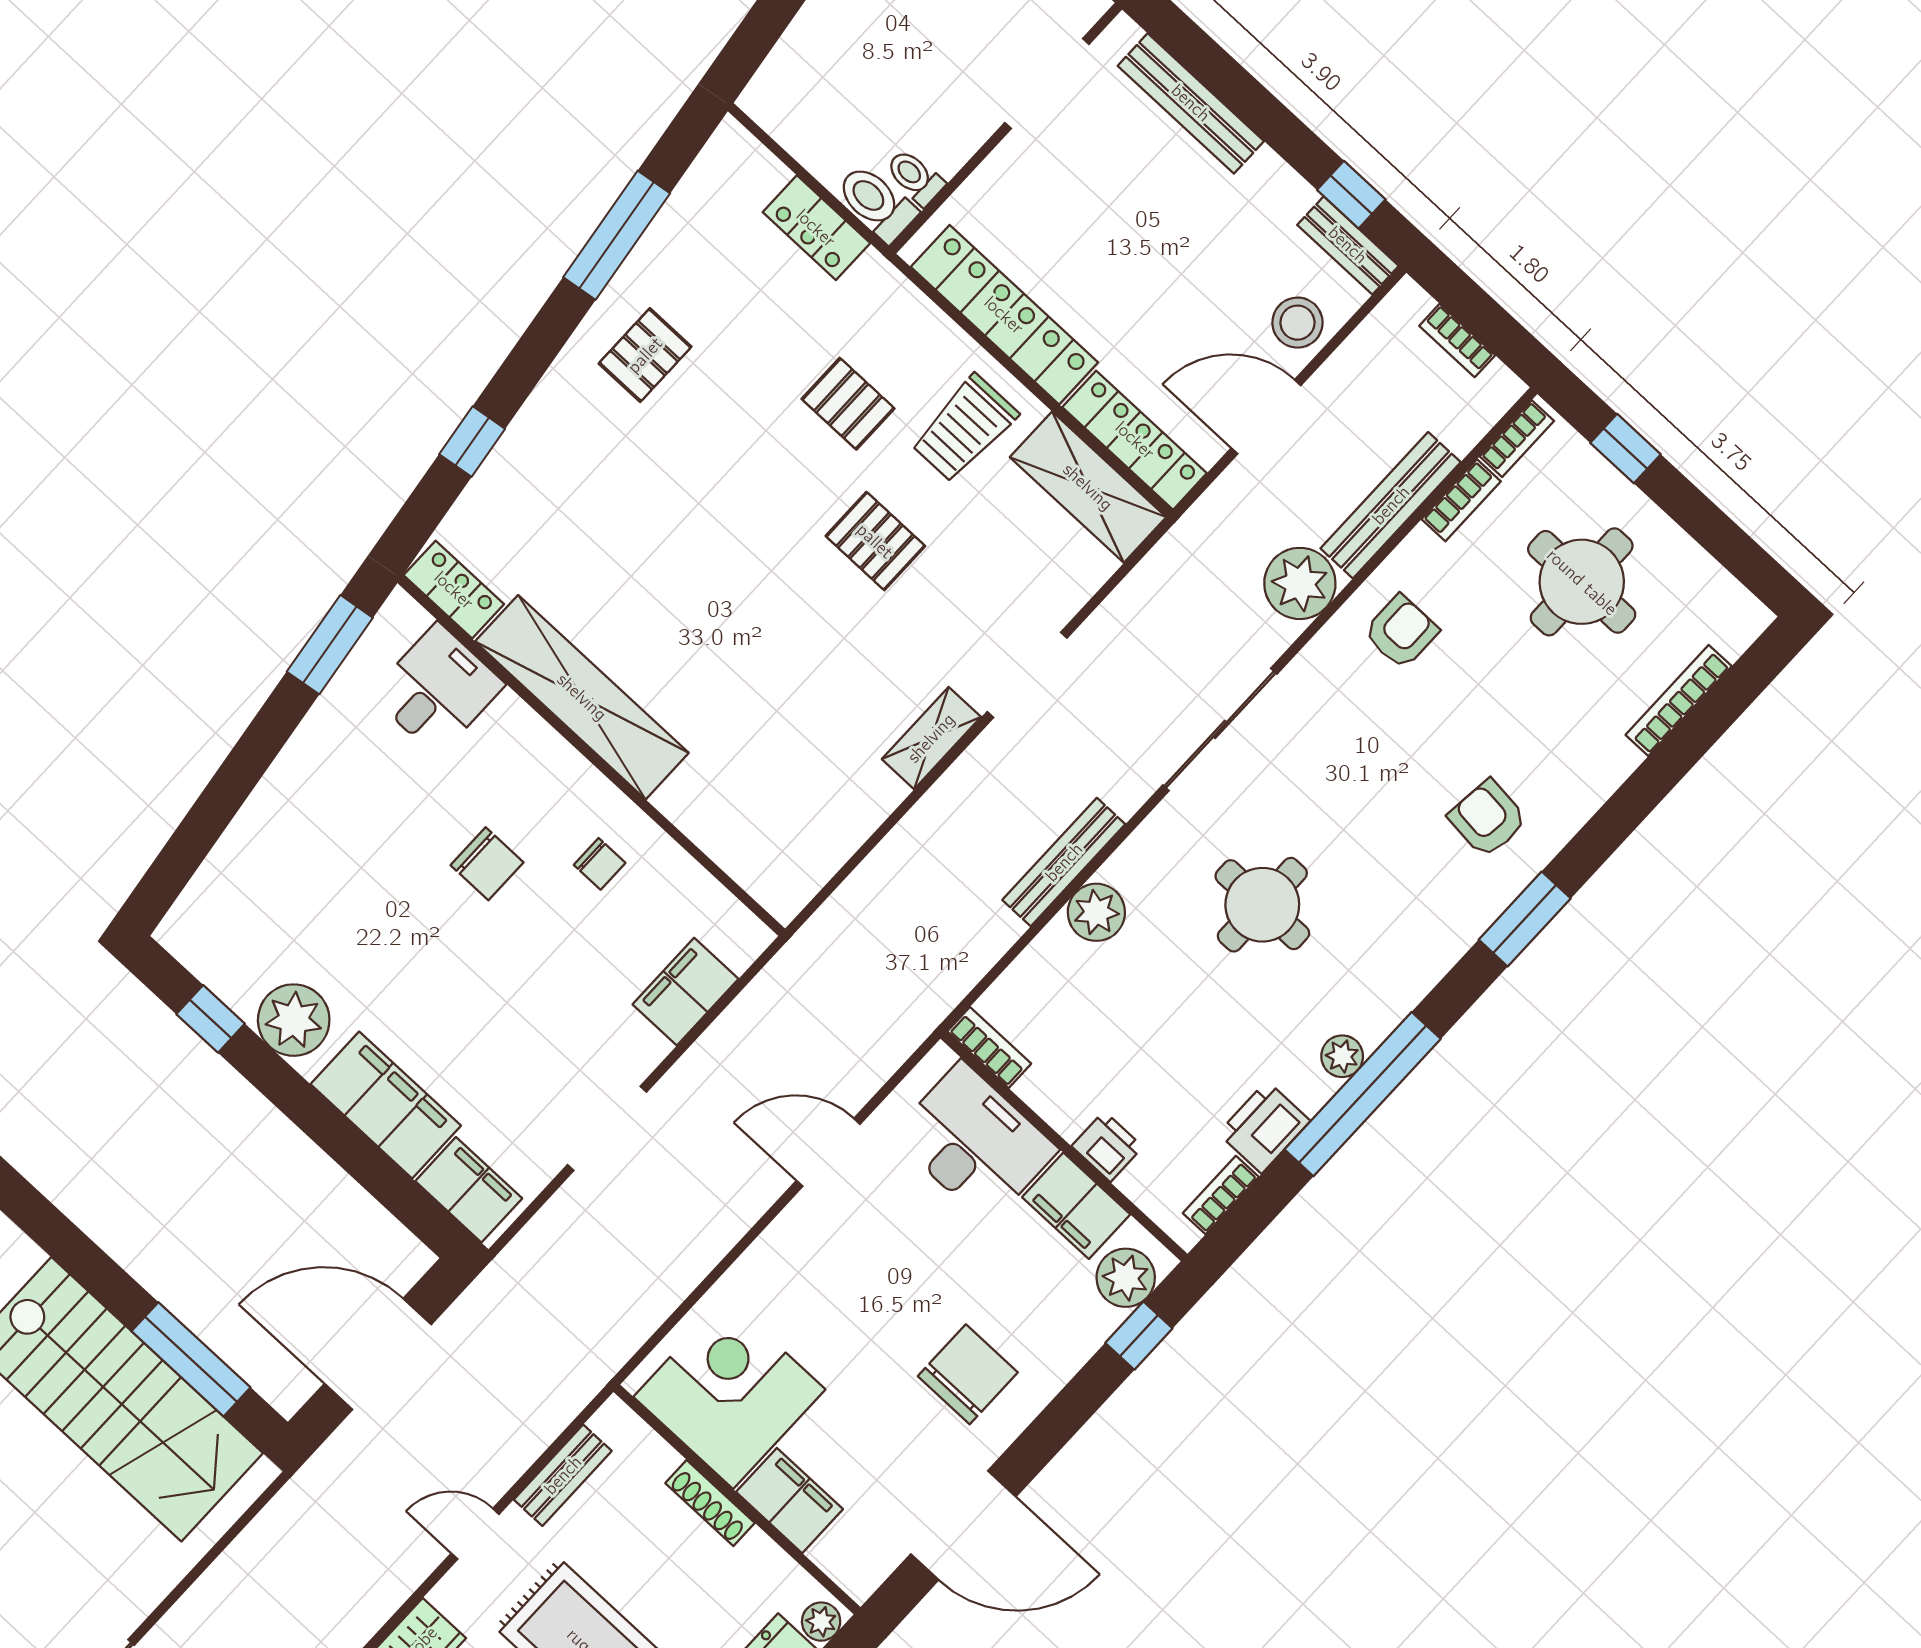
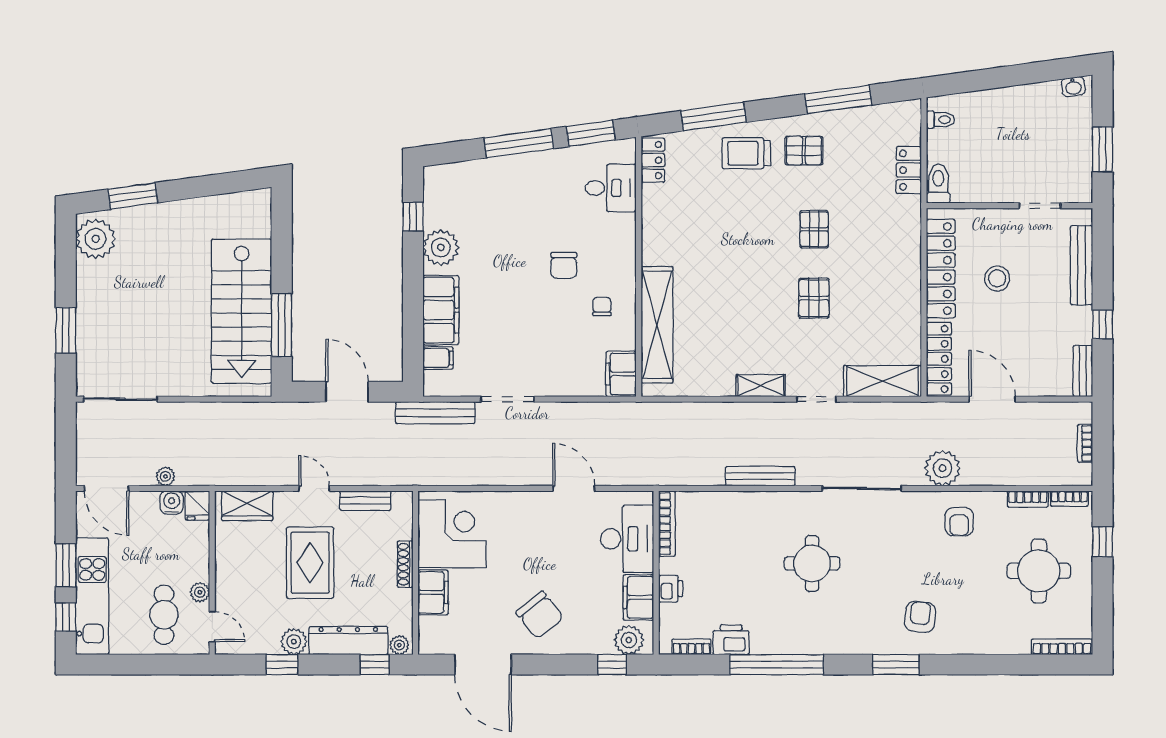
doorway: (1047, 83) -> (1040, 206), width x0.73
toilet: (915, 177) -> (940, 120), moved, turned 90
window: (1351, 195) -> (1103, 324), moved
stool: (1297, 323) -> (997, 278), moved
pallet: (848, 404) -> (814, 229), moved
trolley: (964, 428) -> (746, 153), moved
window: (472, 442) -> (713, 116), width x2.17
shelving: (1088, 487) -> (883, 381), moved, turned 90
bench: (1391, 505) -> (435, 413), moved
armchair: (1401, 632) -> (959, 522), turned 90
doorway: (1027, 675) -> (816, 399), width x0.73
shelving: (582, 697) -> (657, 325), moved
bookcase: (1679, 701) -> (1062, 647), moved
window: (246, 764) -> (519, 143), added
chair: (600, 864) -> (602, 307), turned 180
plant: (1096, 912) -> (753, 505), removed
filing cabinet: (686, 992) -> (621, 374), moved, turned -90
bookcase: (989, 1047) -> (667, 524), width x1.56
plant: (1342, 1056) -> (784, 644), removed
filing cabinet: (469, 1190) -> (438, 358), width x0.50
door: (378, 1354) -> (347, 392), width x0.73
chair: (968, 1374) -> (540, 615), turned 51

